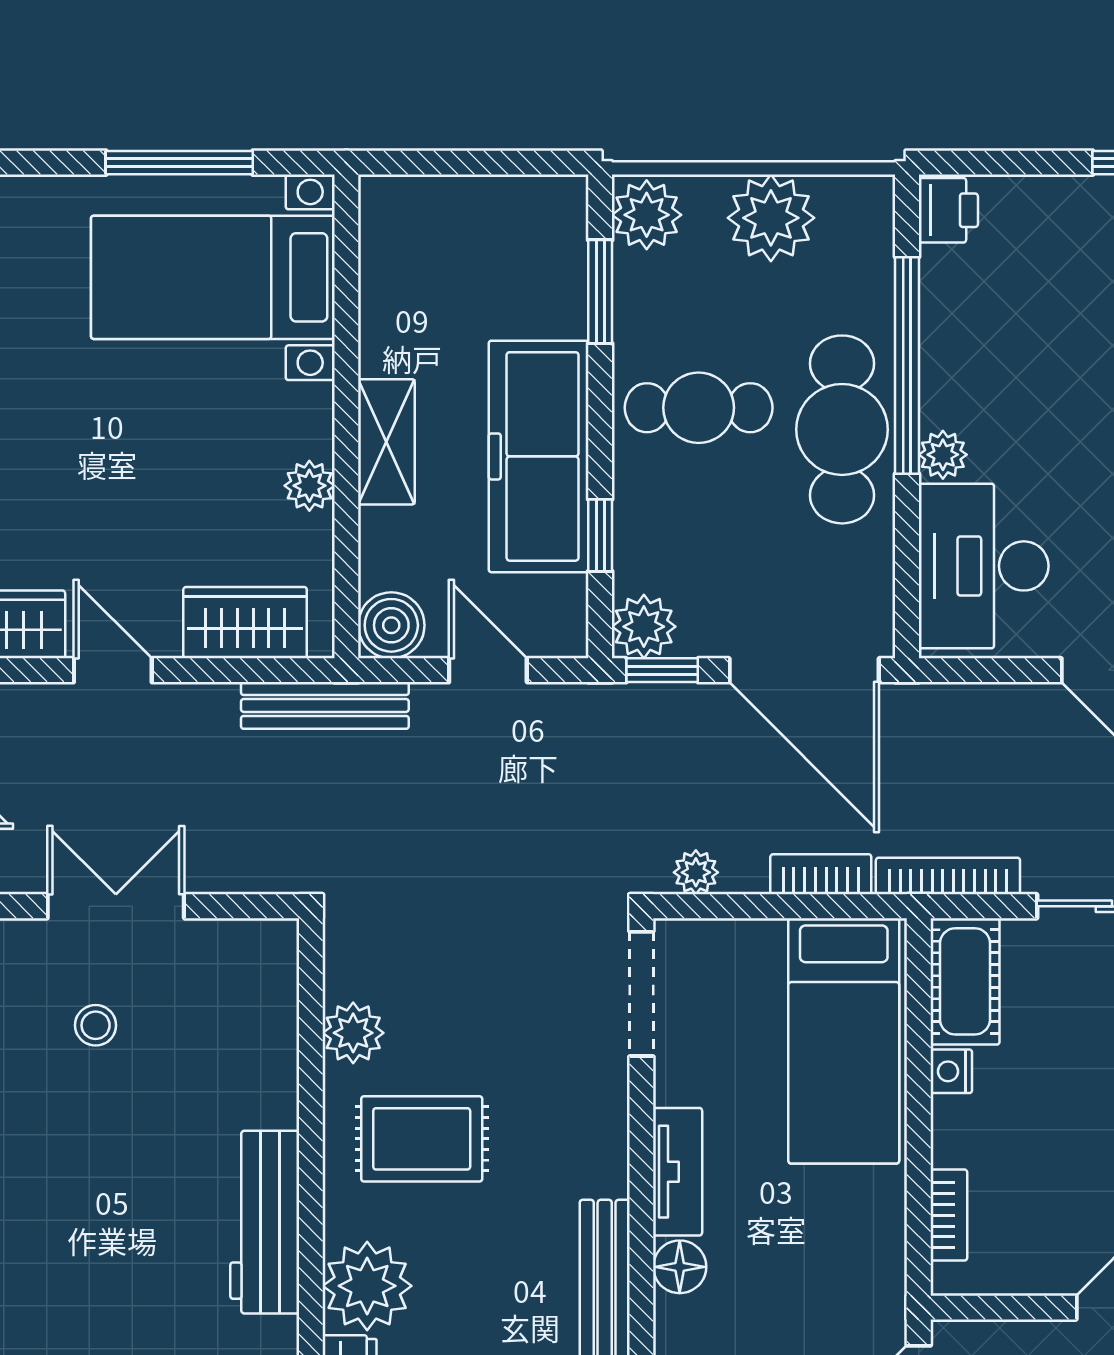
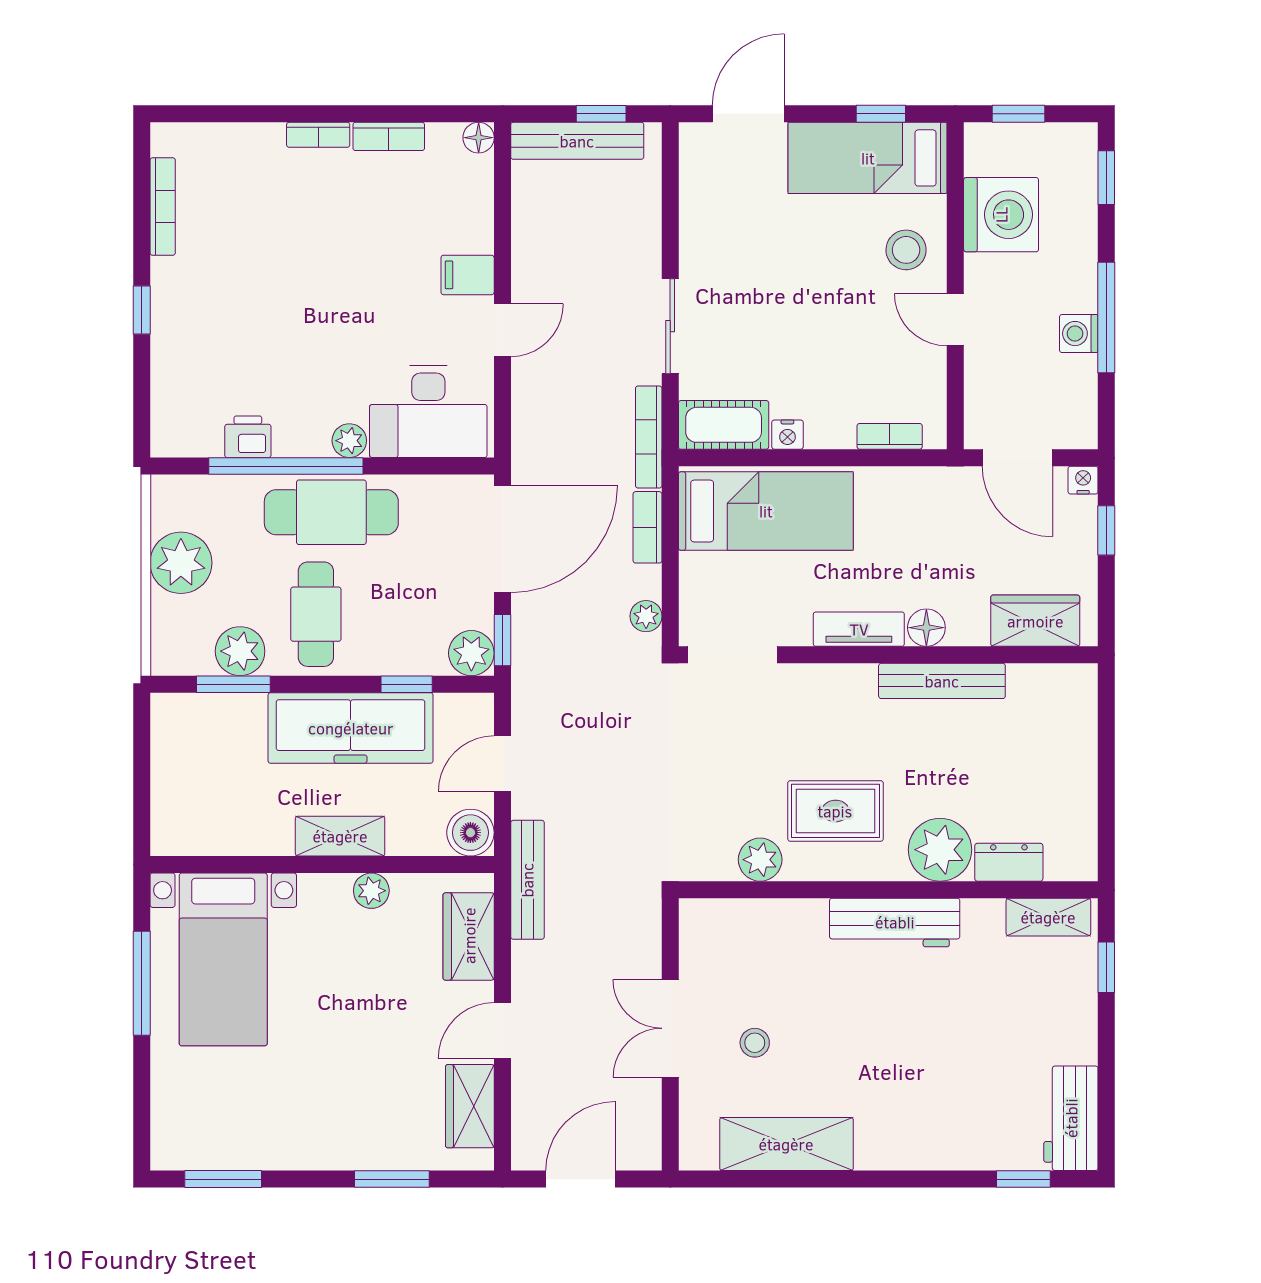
printer: (948, 210) -> (248, 437), moved
plant: (647, 215) -> (240, 651), moved
rug: (422, 1139) -> (835, 811), turned 90

